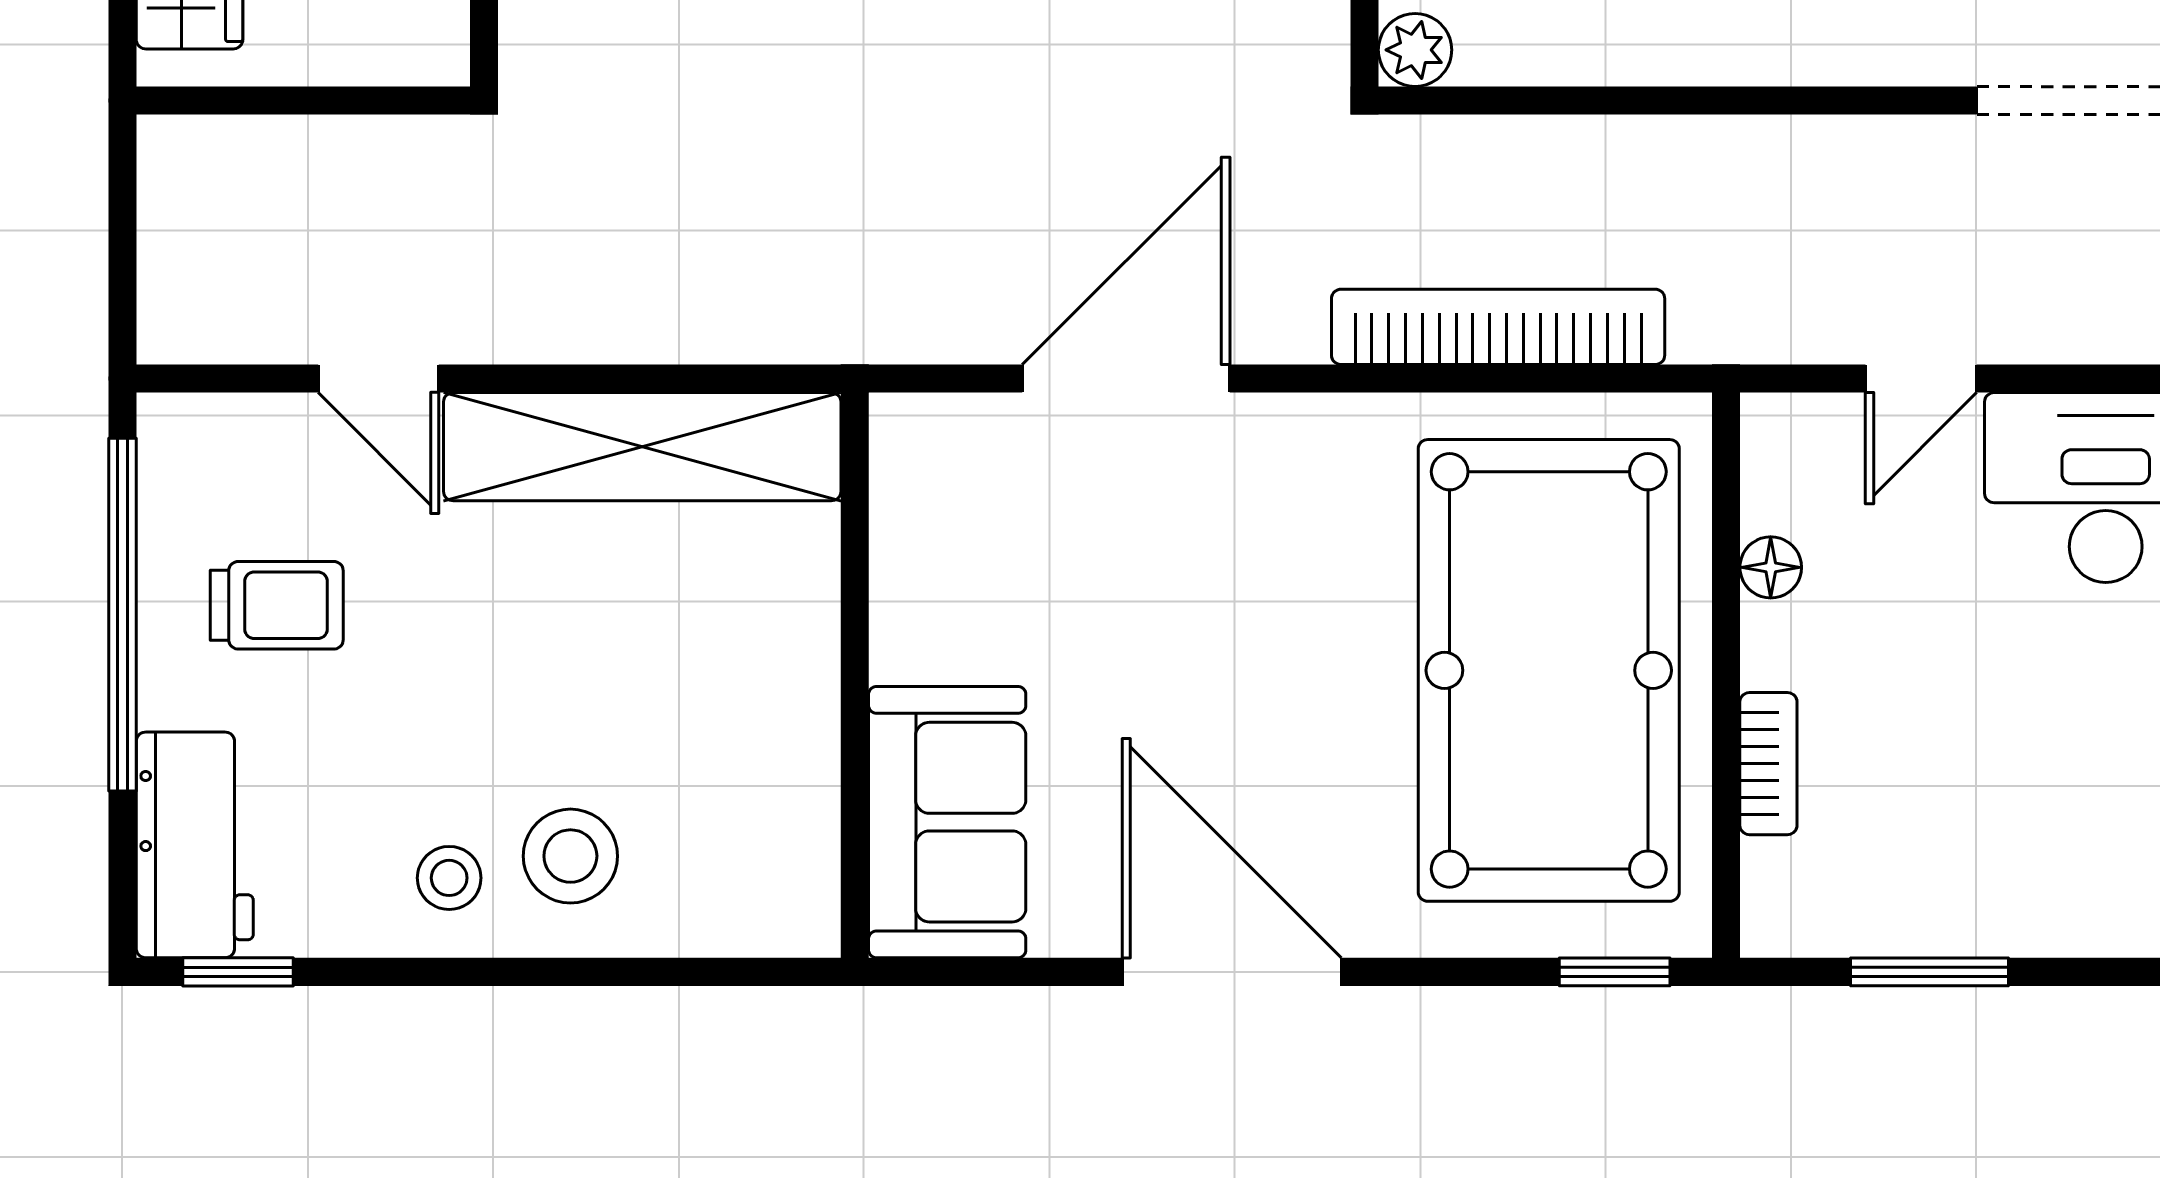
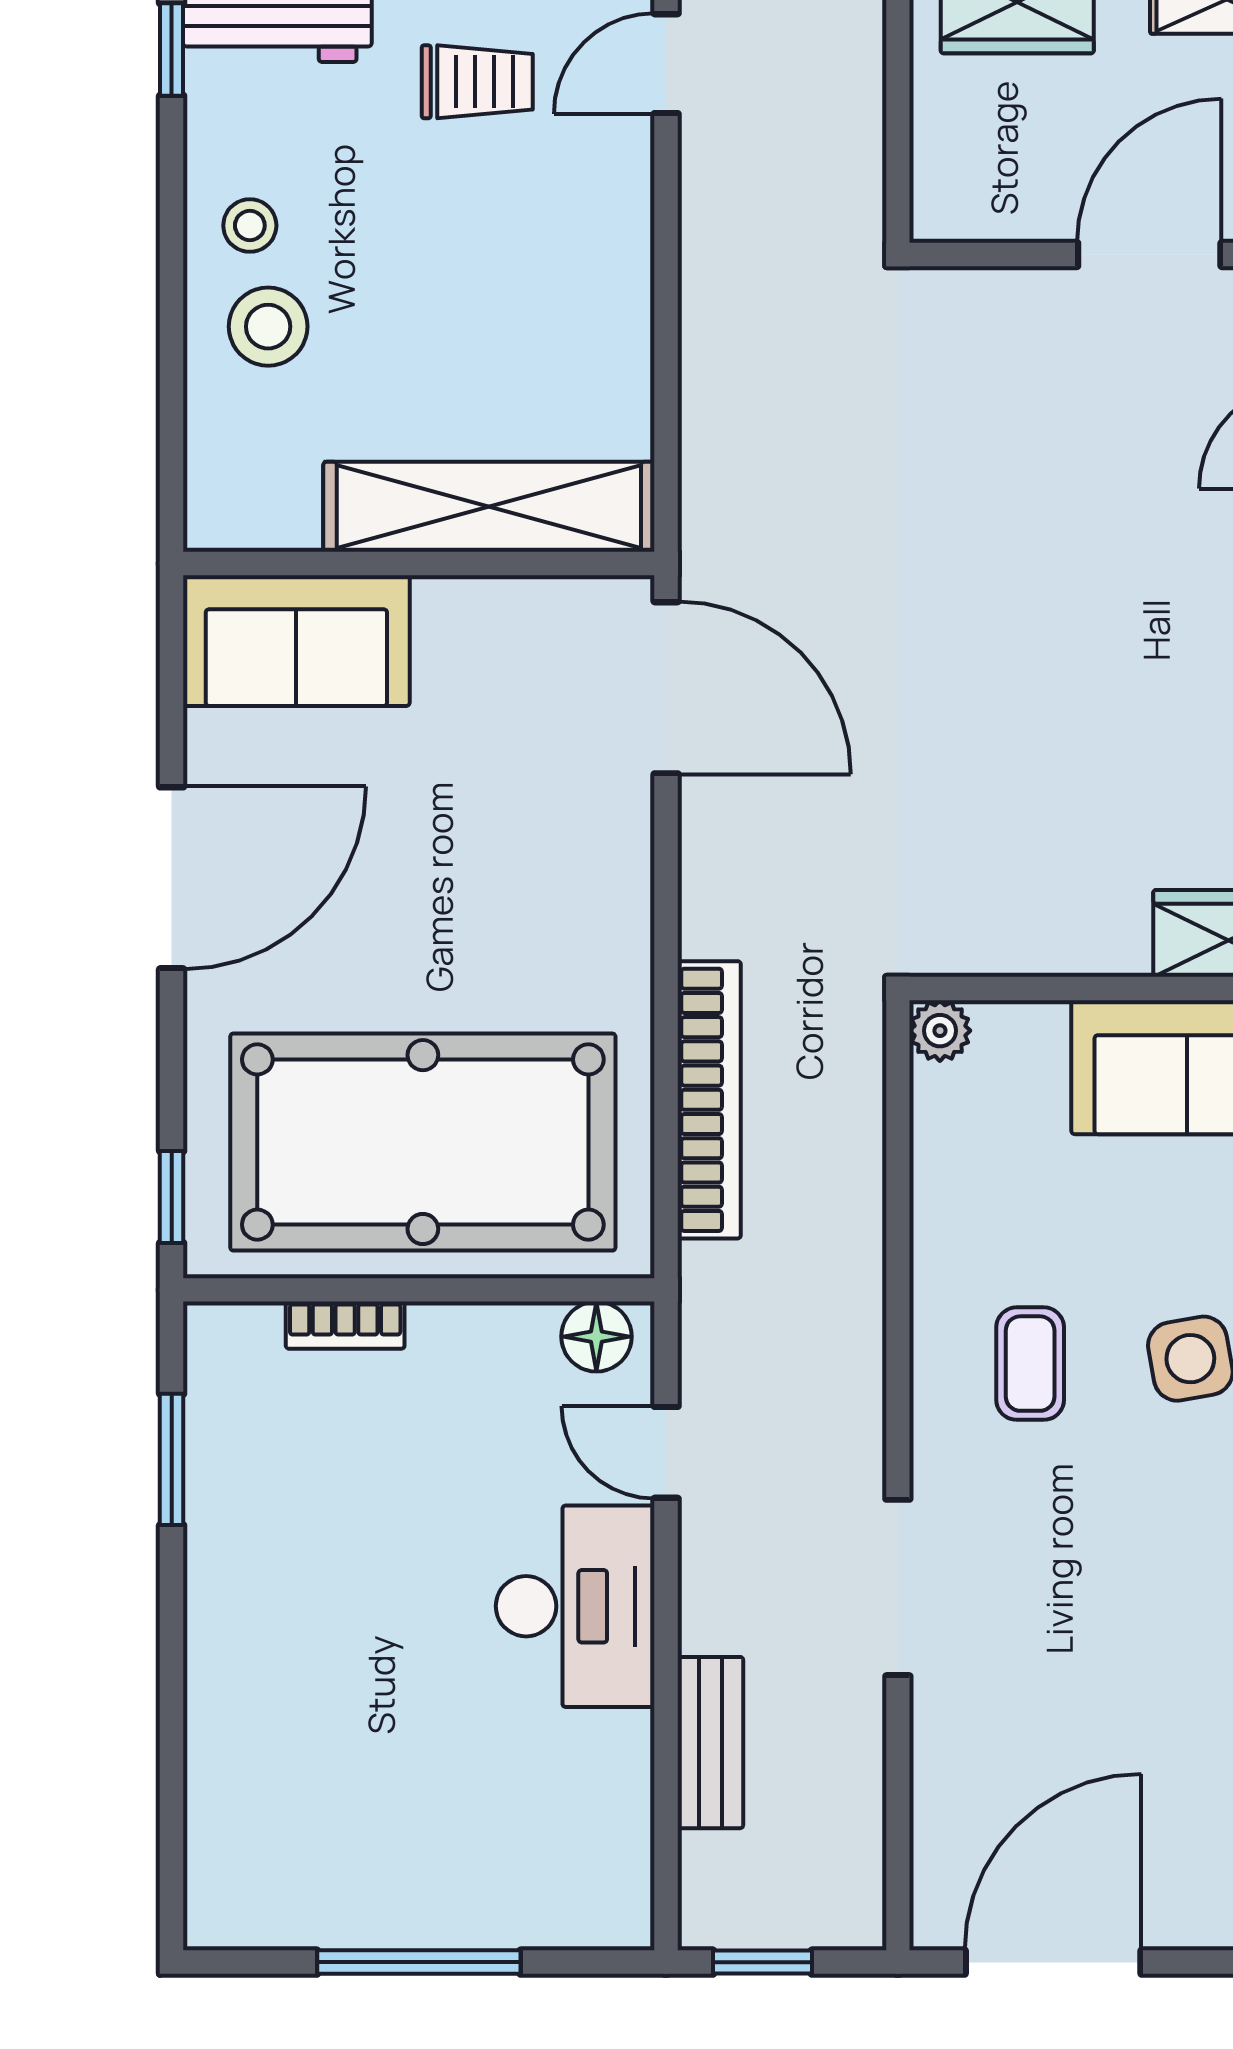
door: (378, 379) -> (666, 64), moved
door: (1126, 379) -> (666, 688), moved
shelving: (642, 447) -> (489, 507), moved, turned 90
floor lamp: (1771, 567) -> (596, 1337), moved, width x1.37, depth x1.37
trolley: (277, 605) -> (477, 82), turned -90

